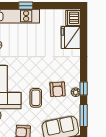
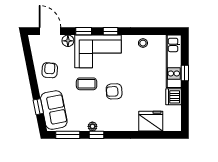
dishwasher: (73, 18) -> (174, 97), moved, turned -90
armchair: (58, 89) -> (114, 91), moved

